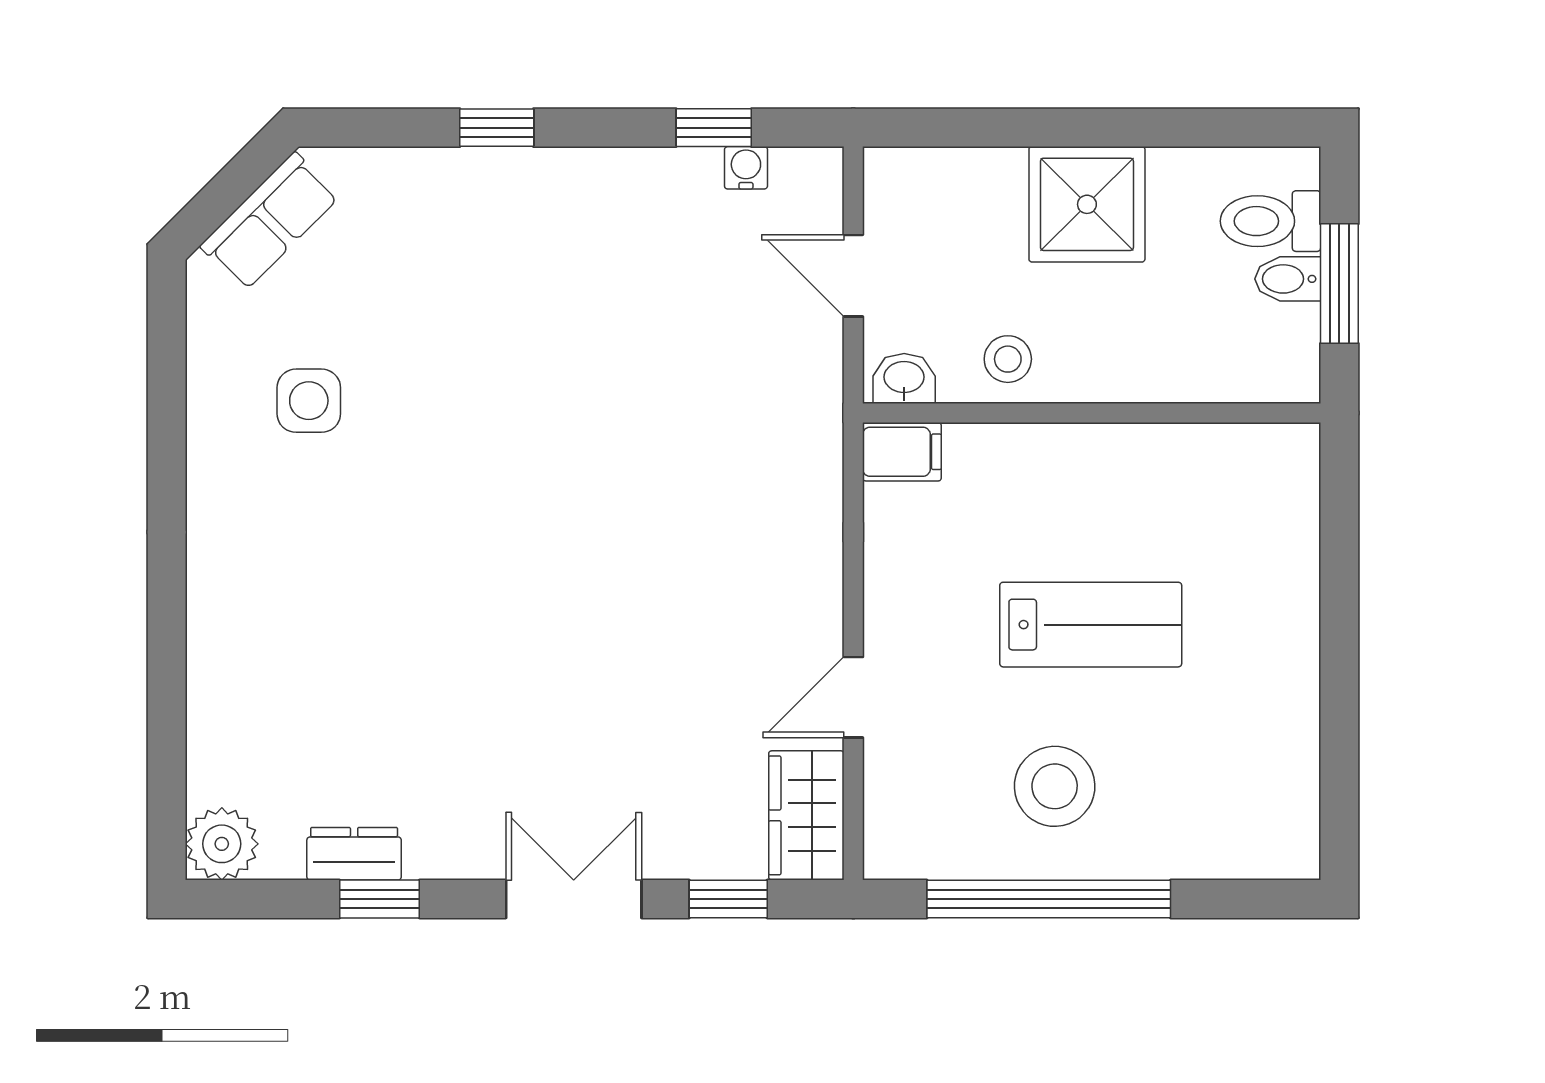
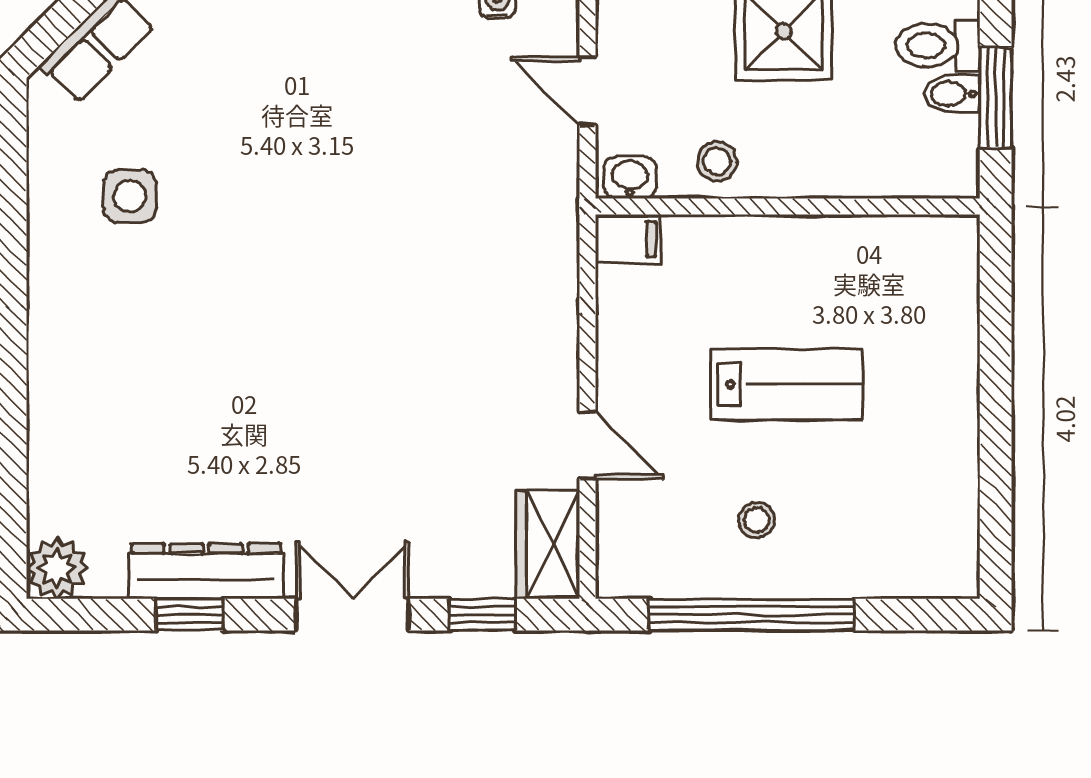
door: (853, 697) -> (587, 445), swing flipped
stool: (1055, 786) -> (756, 520), width x0.53, depth x0.53
dresser: (354, 854) -> (206, 571), width x1.96, depth x1.24

